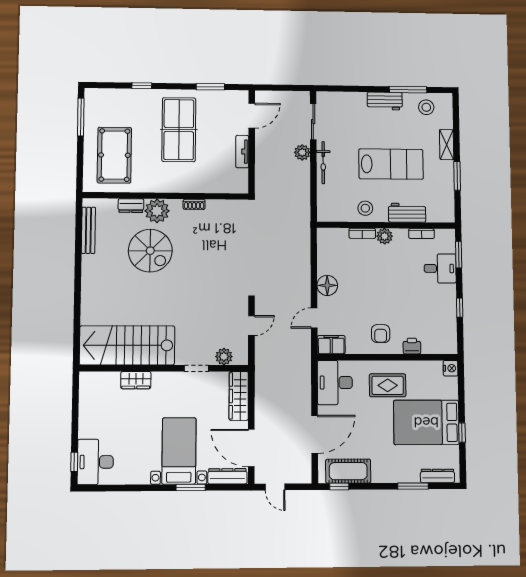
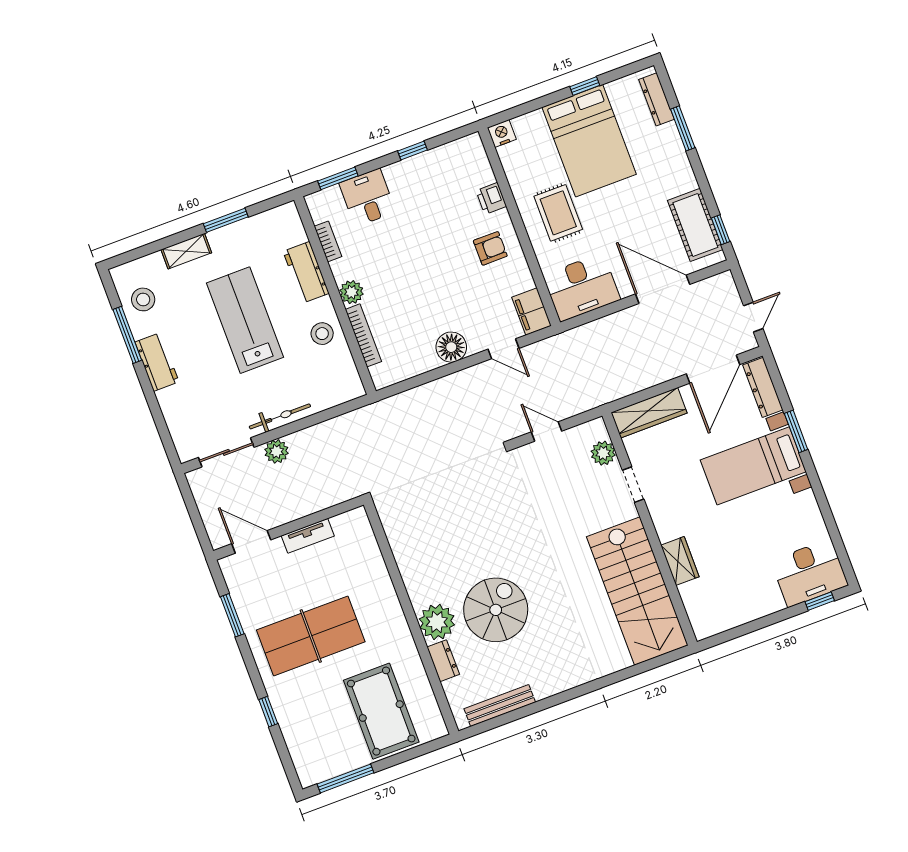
pool table: (114, 155) -> (381, 711), turned 90
shoe rack: (194, 204) -> (408, 574), removed
bookcase: (362, 233) -> (363, 335), width x1.56

